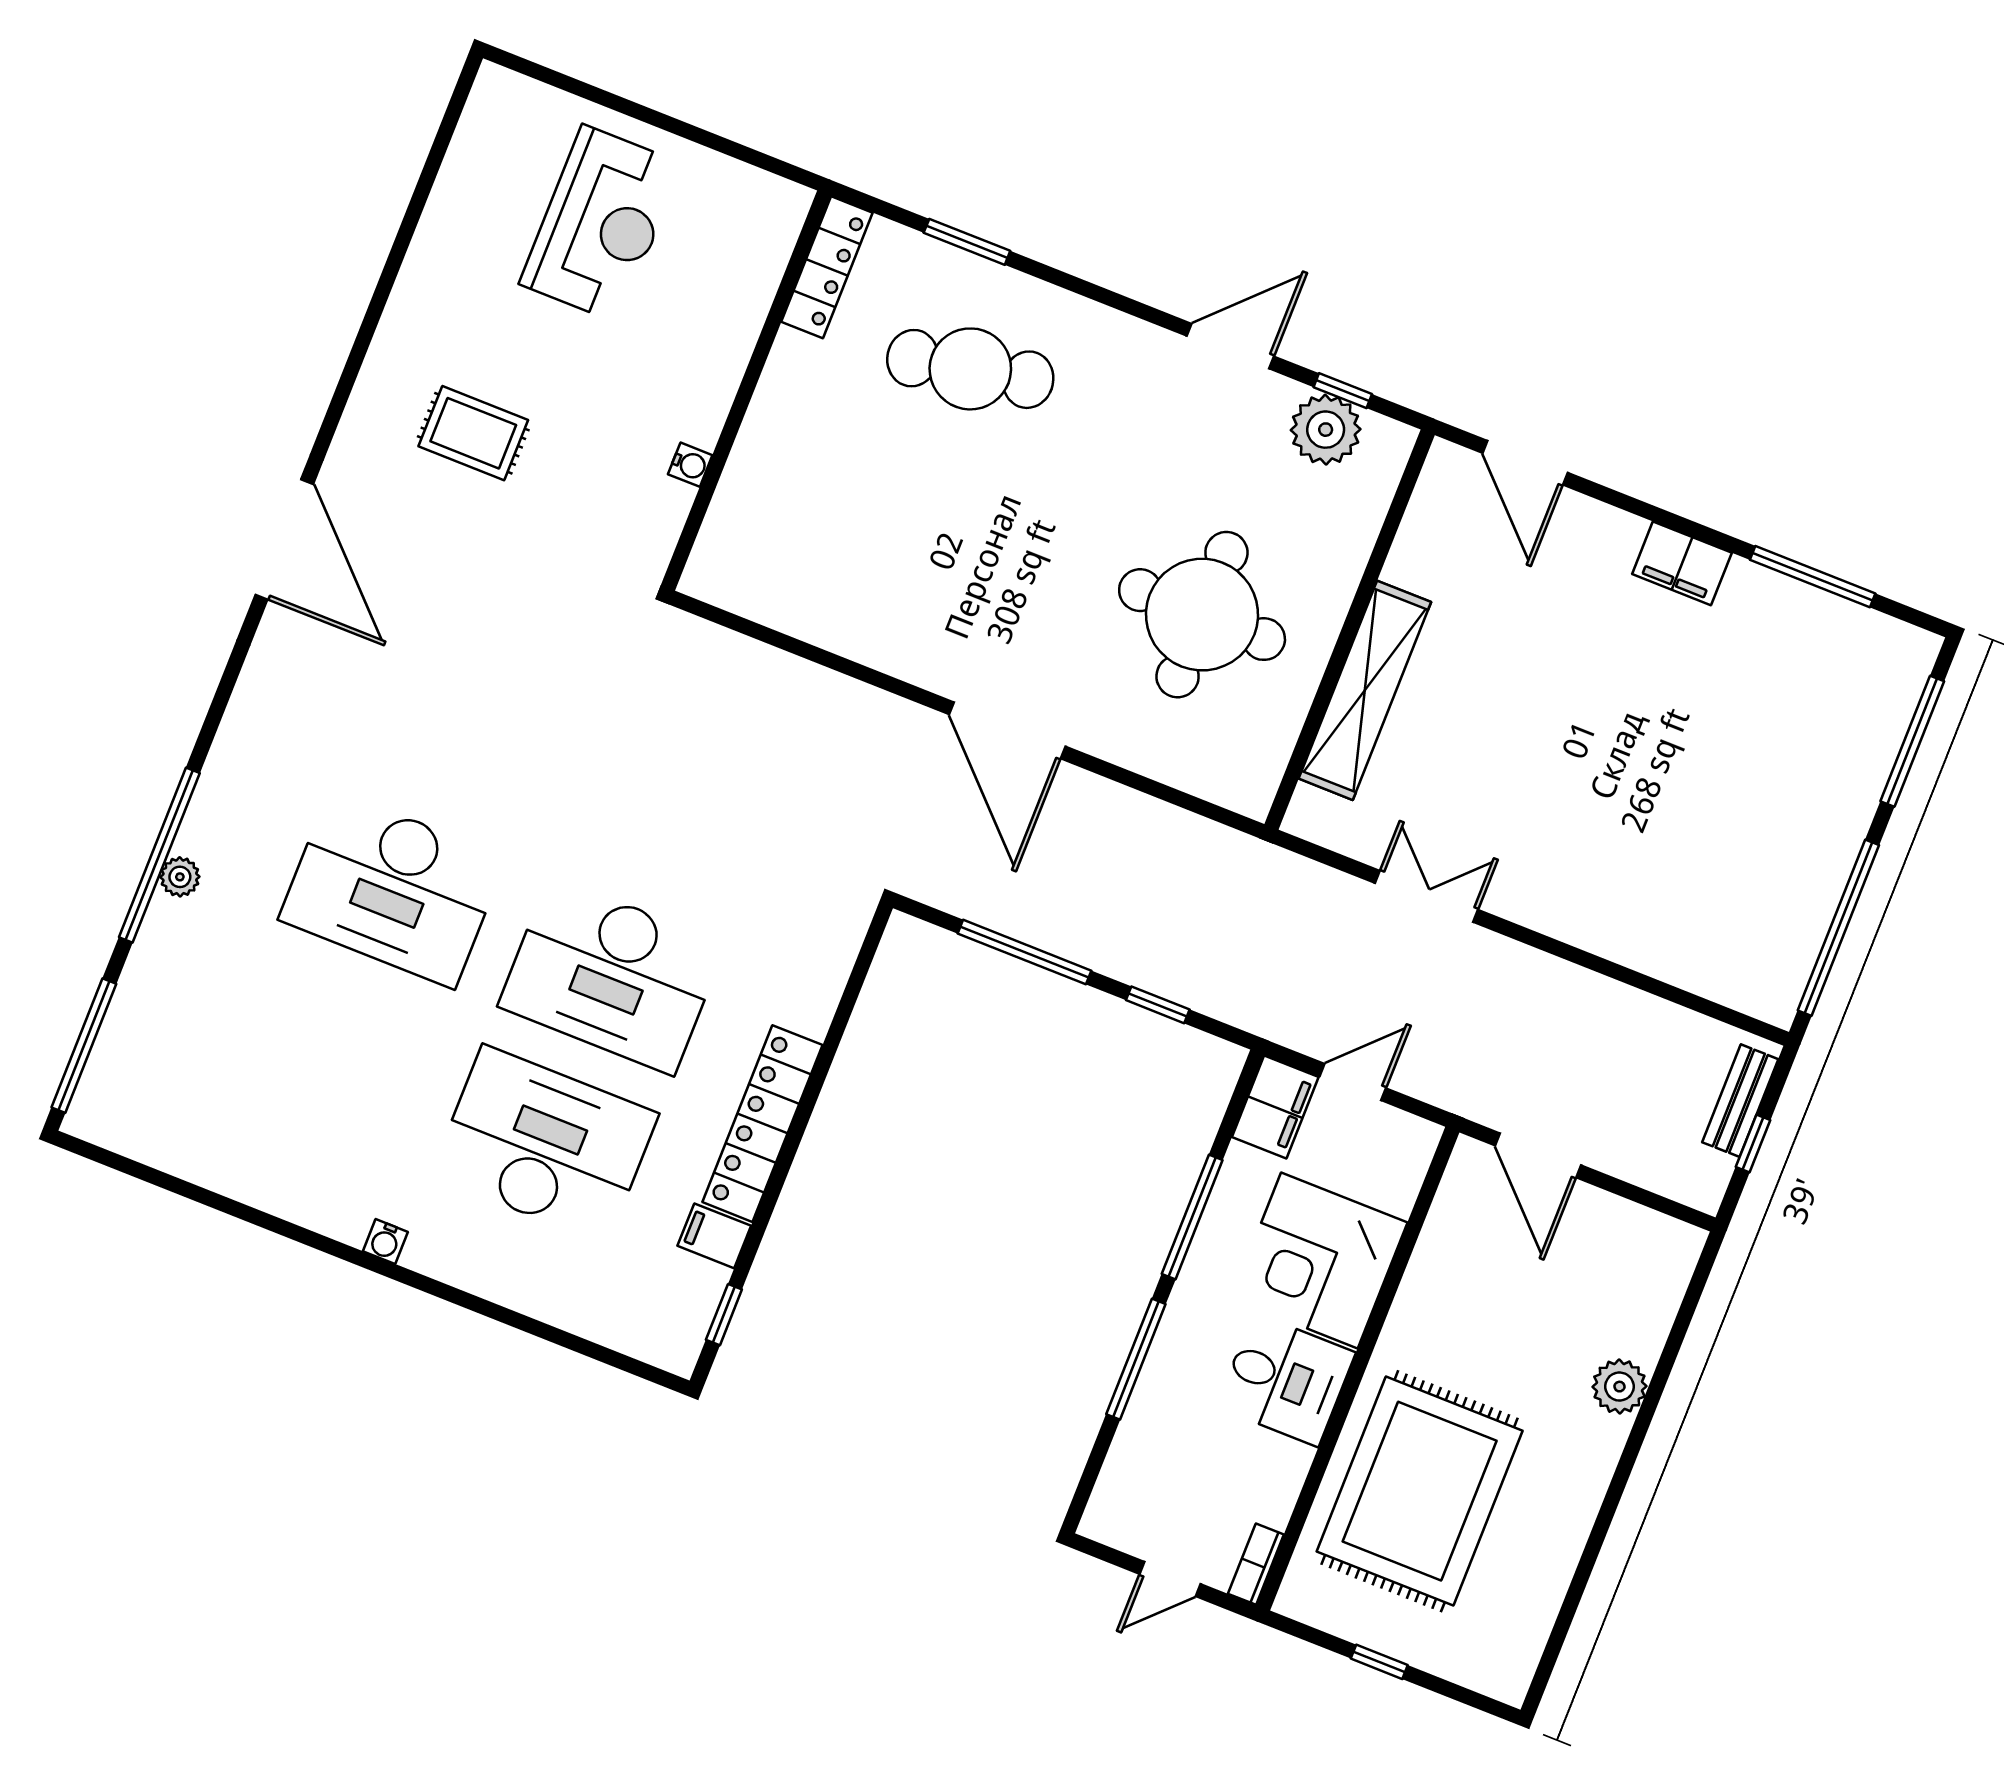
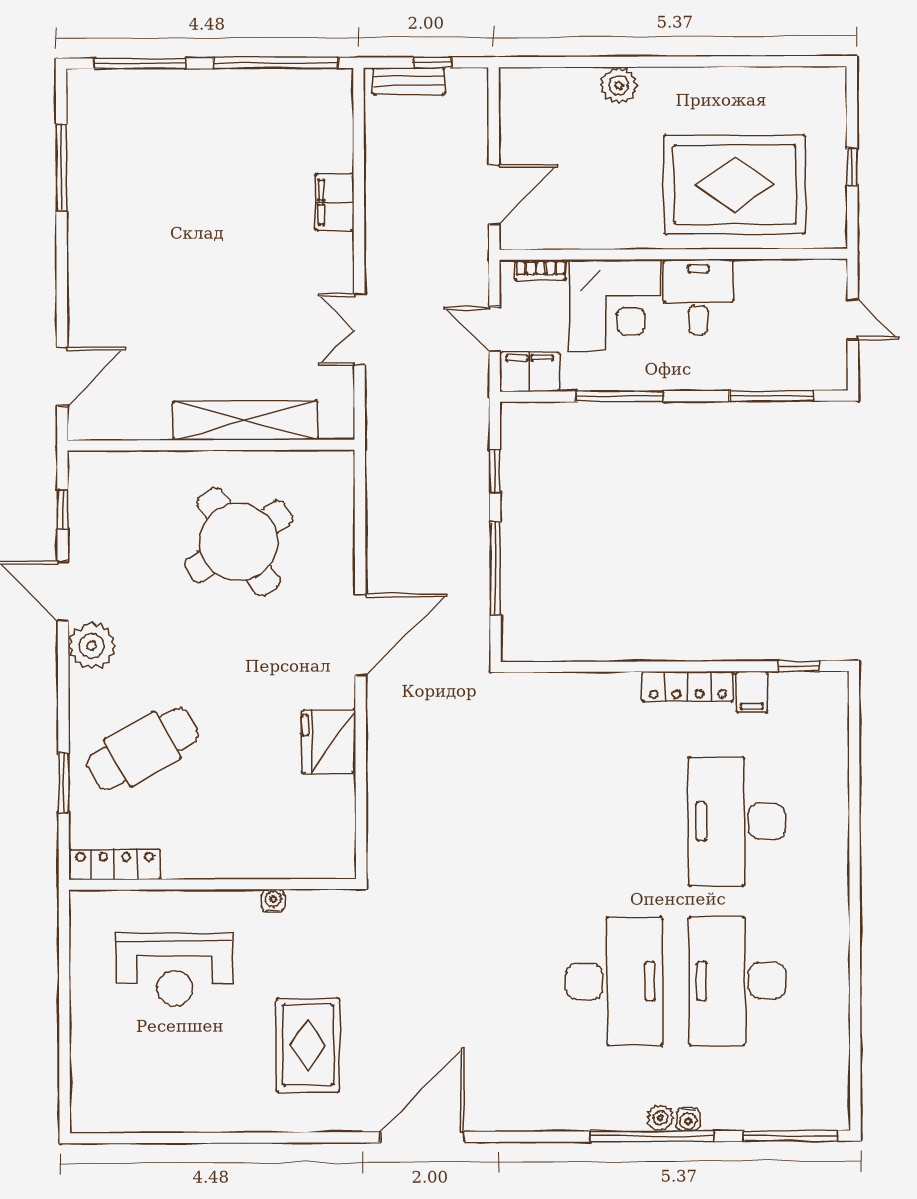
reception desk: (601, 224) -> (174, 969), moved, turned 180
cafe table: (970, 369) -> (143, 749), turned 72
plant: (1326, 430) -> (92, 646), moved
rug: (473, 433) -> (308, 1045), width x1.36, depth x1.43
filing cabinet: (1682, 563) -> (335, 202), moved, turned 180
round table: (1202, 615) -> (239, 542), turned -33
fridge: (878, 629) -> (329, 741), added
desk: (612, 975) -> (737, 981), moved, turned 180
locker: (762, 1124) -> (688, 687), width x0.71, depth x0.83
water cooler: (385, 1242) -> (688, 1119), moved, turned 90
window: (1136, 1359) -> (771, 396), moved
bookcase: (1256, 1564) -> (541, 270), moved

